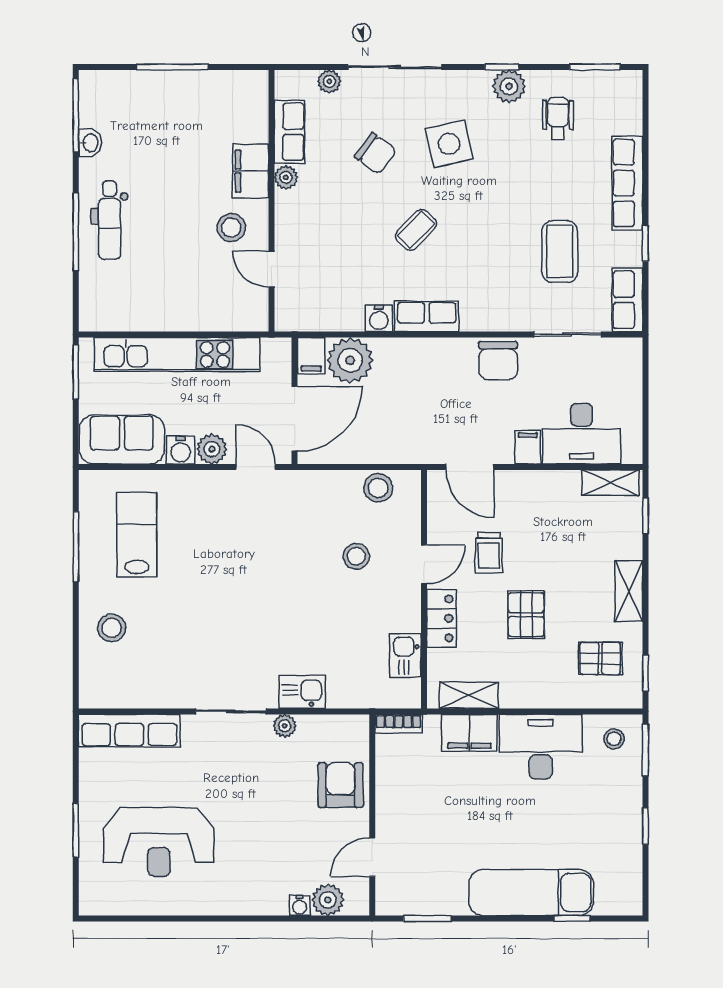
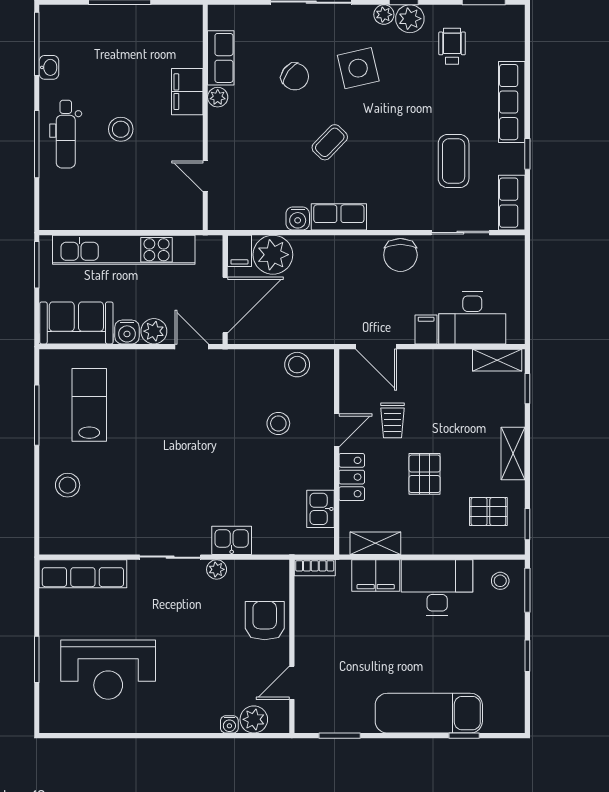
plant: (329, 81) -> (384, 15), moved
stool: (231, 228) -> (121, 129), moved

